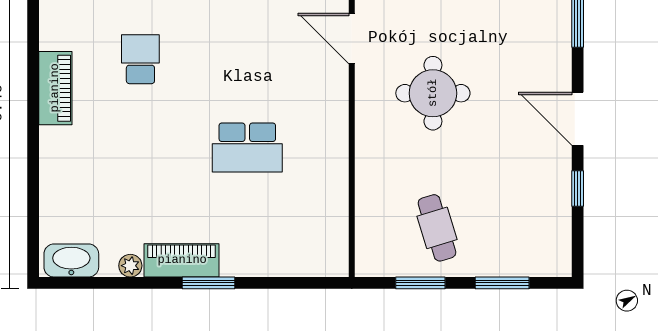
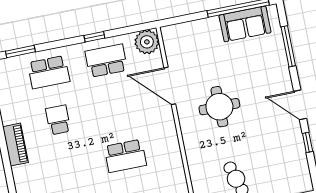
door: (352, 39) -> (170, 86), width x1.36

